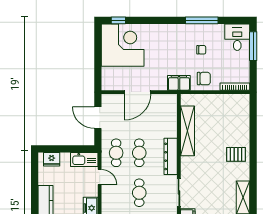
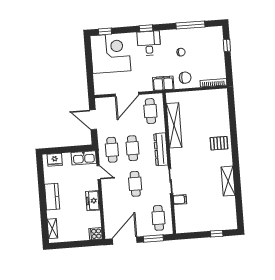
window: (164, 20) -> (146, 28), added
window: (202, 20) -> (190, 25), moved
desk: (237, 37) -> (149, 43), moved
window: (253, 46) -> (227, 45), width x0.46
cafe table: (162, 113) -> (150, 111), added

